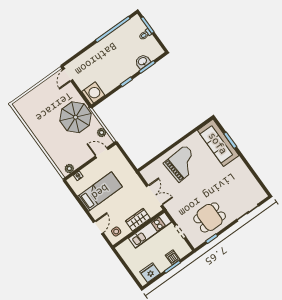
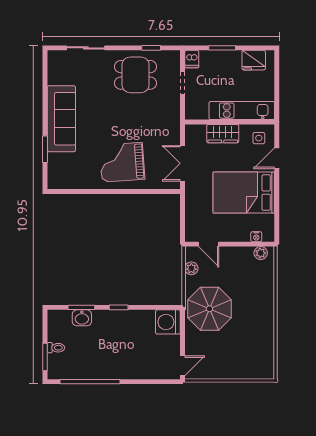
sofa: (218, 143) -> (61, 119), moved
bed: (100, 192) -> (244, 193), width x1.50
double door: (155, 196) -> (182, 163), moved
kitchen unit: (150, 230) -> (242, 111), moved
dishwasher: (173, 257) -> (192, 59), moved

